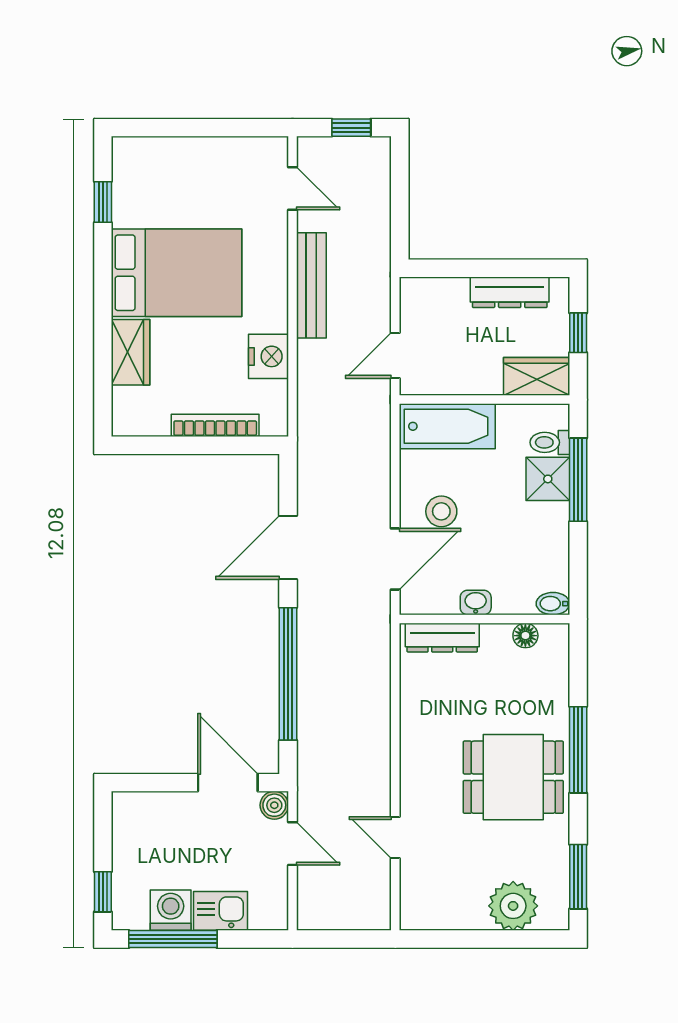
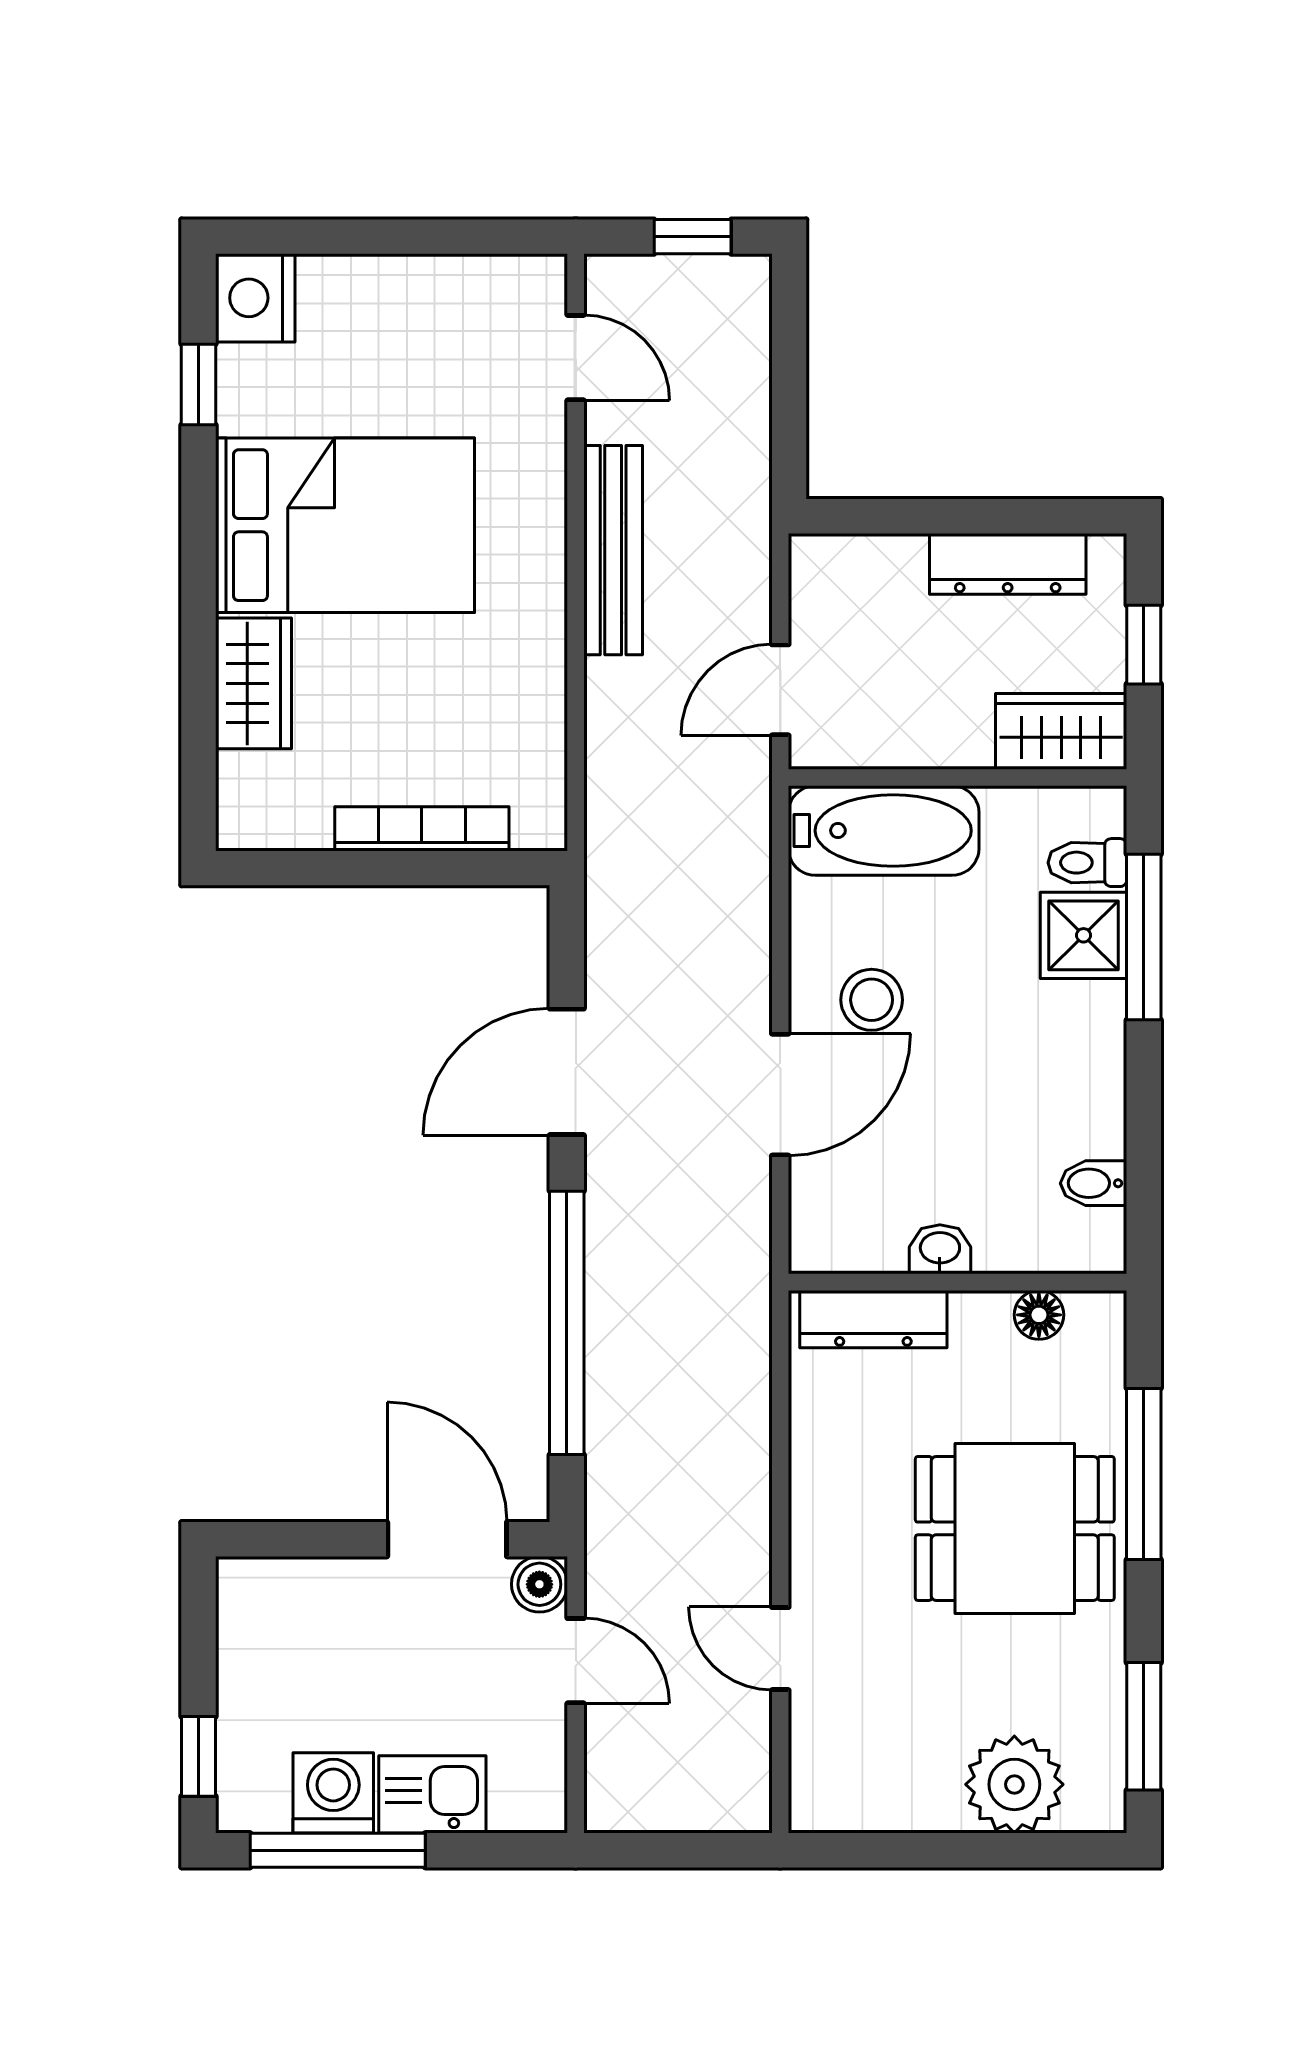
nightstand: (268, 356) -> (255, 298), moved, turned 180
washbasin: (476, 602) -> (940, 1249), moved
wall: (485, 619) -> (958, 1282), moved
floor lamp: (525, 636) -> (1039, 1315), moved
dresser: (442, 638) -> (873, 1319), moved

